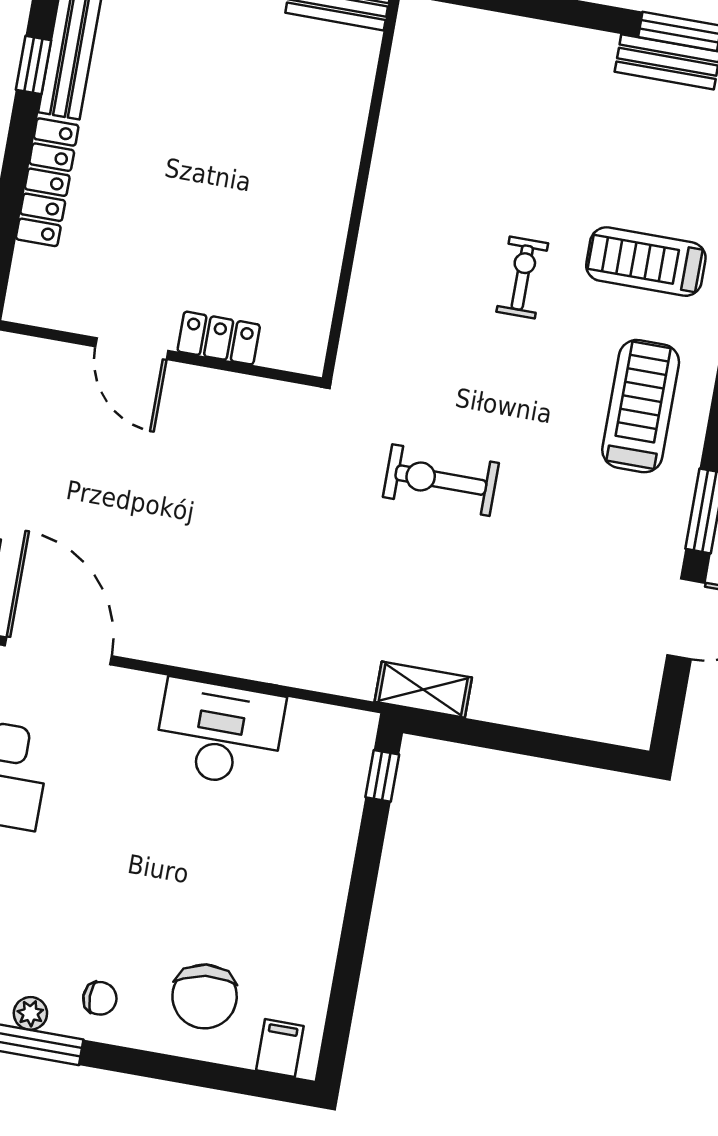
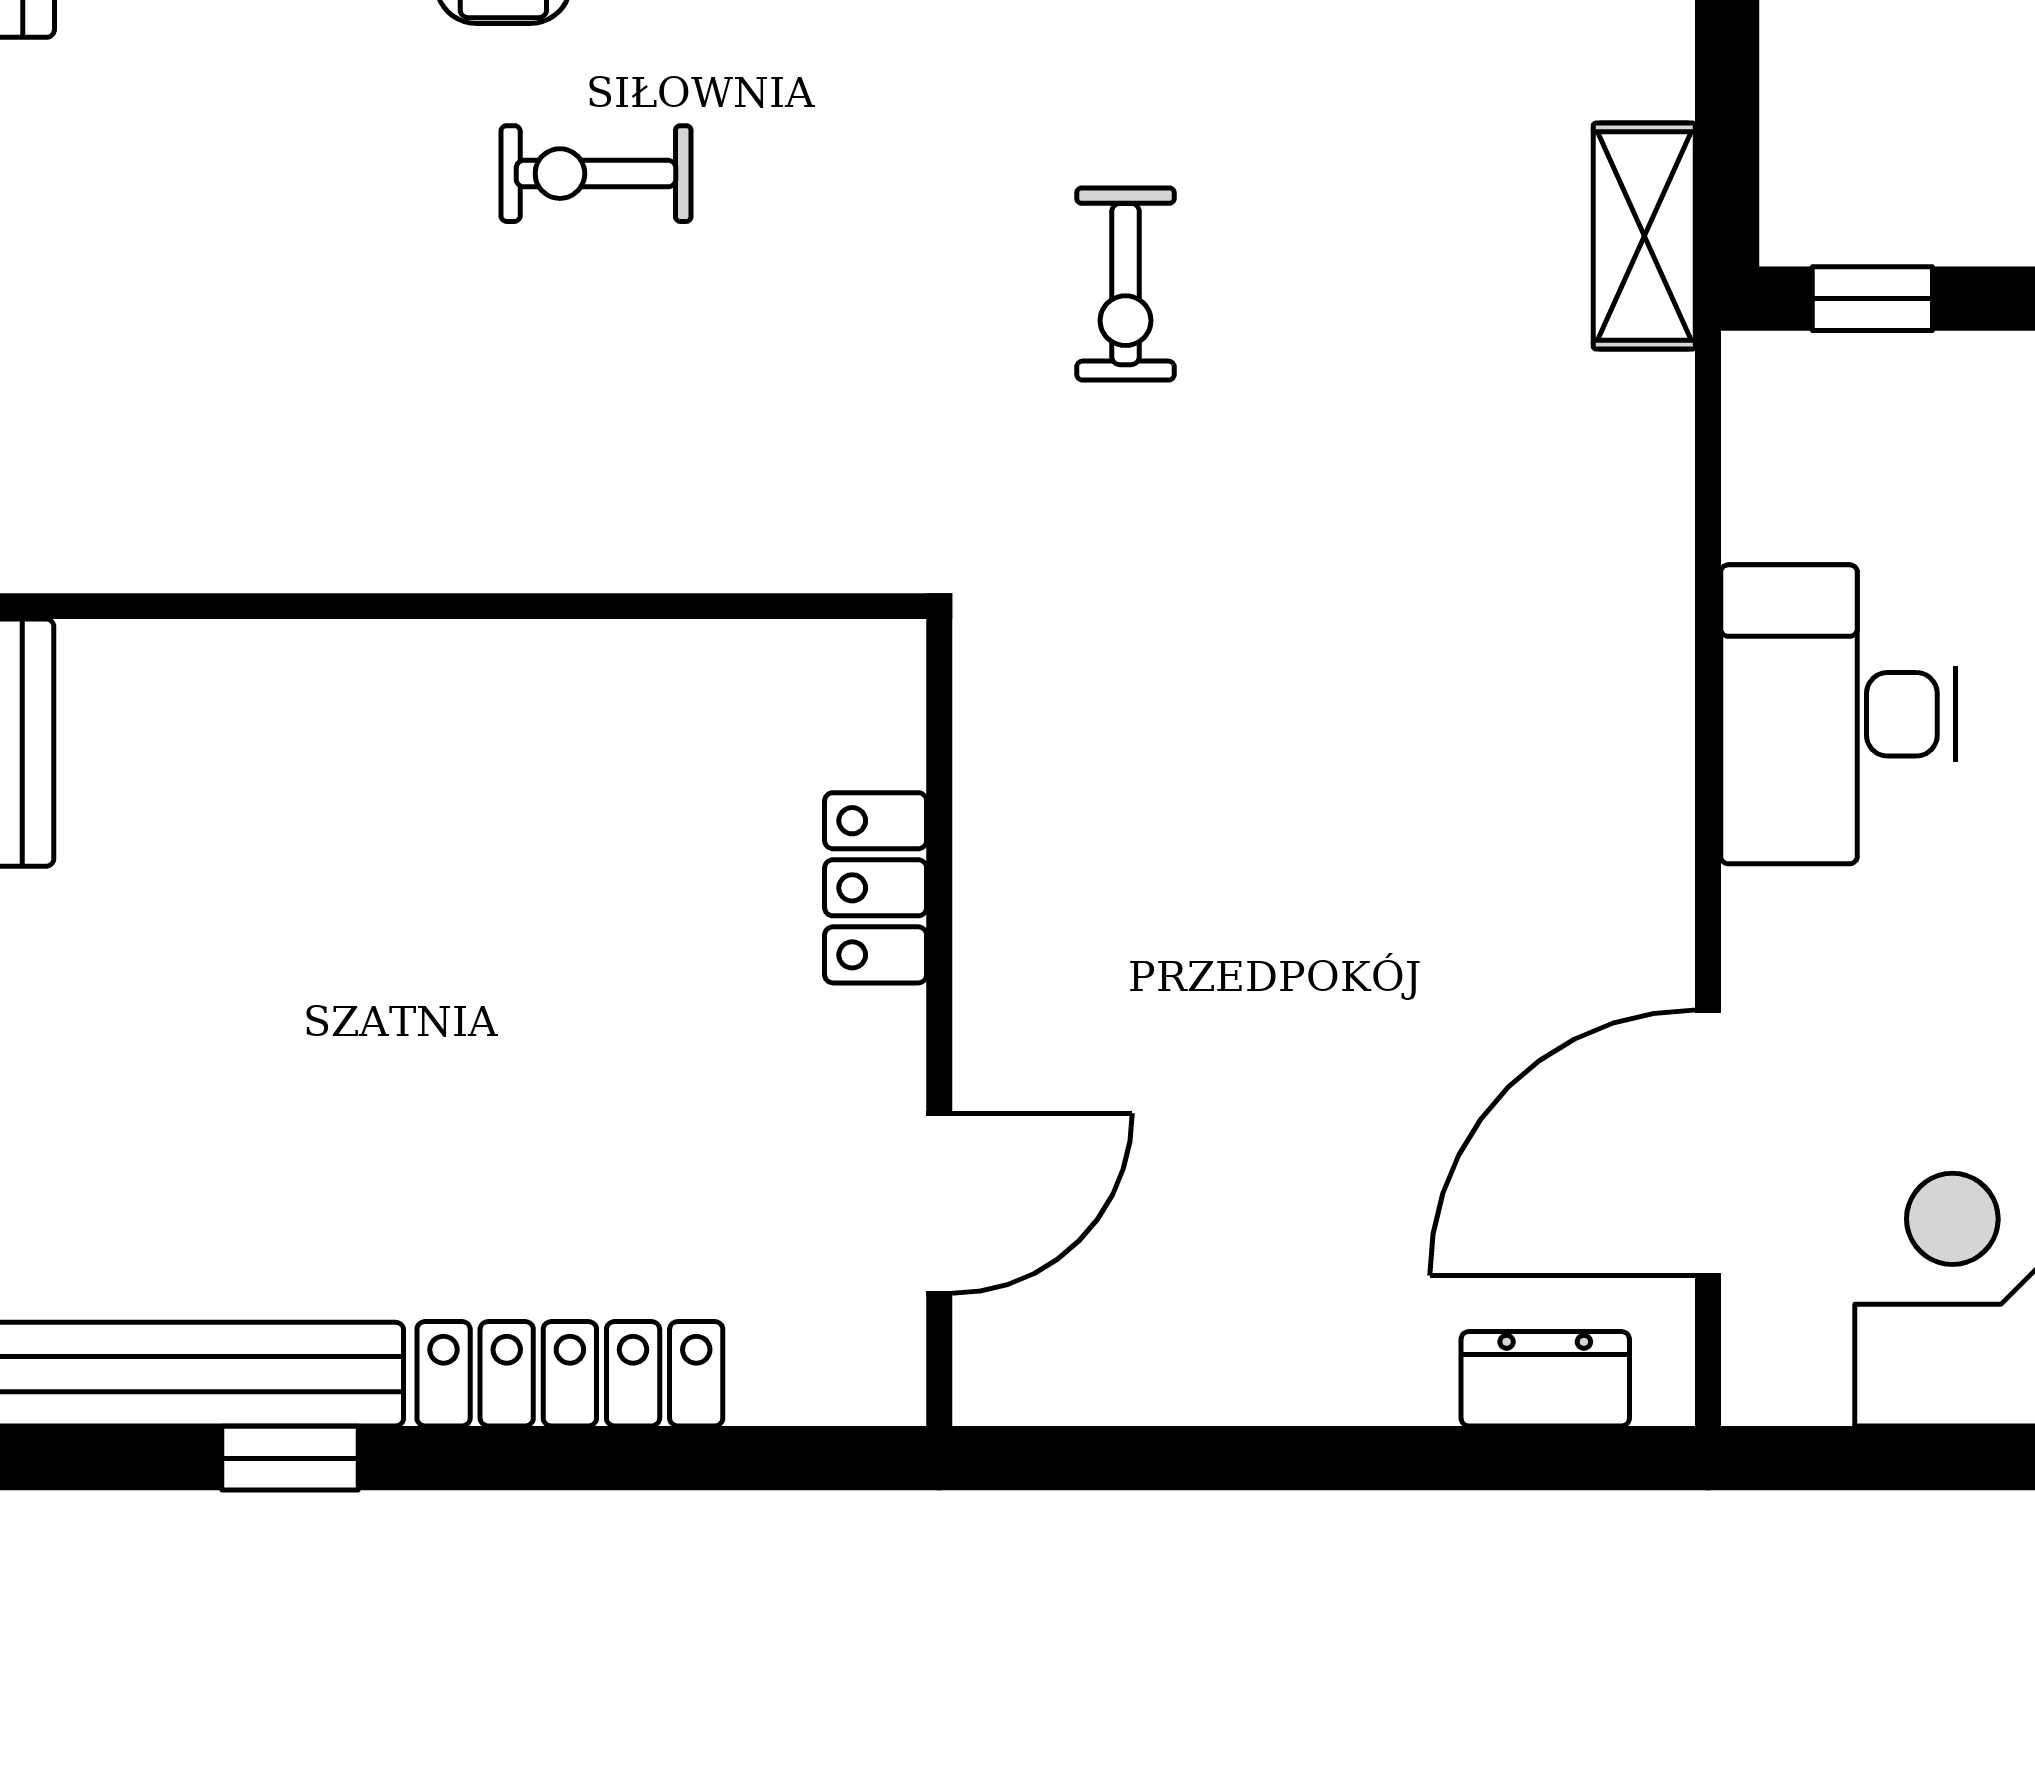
door: (132, 349) -> (939, 1203), moved
exercise bike: (441, 480) -> (1125, 284), width x0.73, depth x0.72

